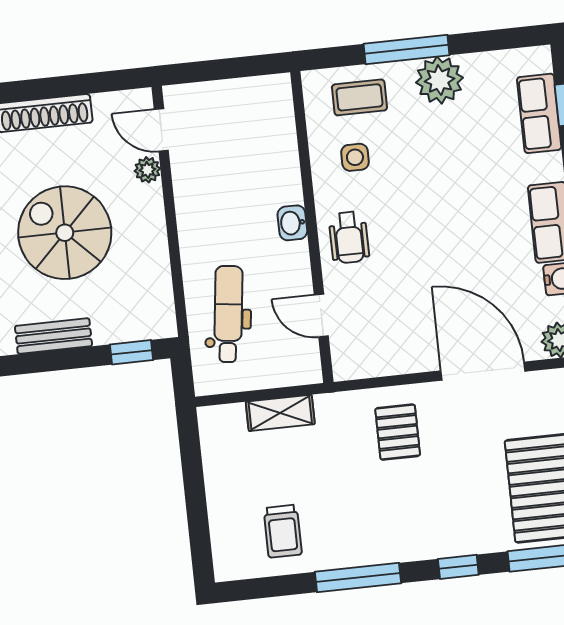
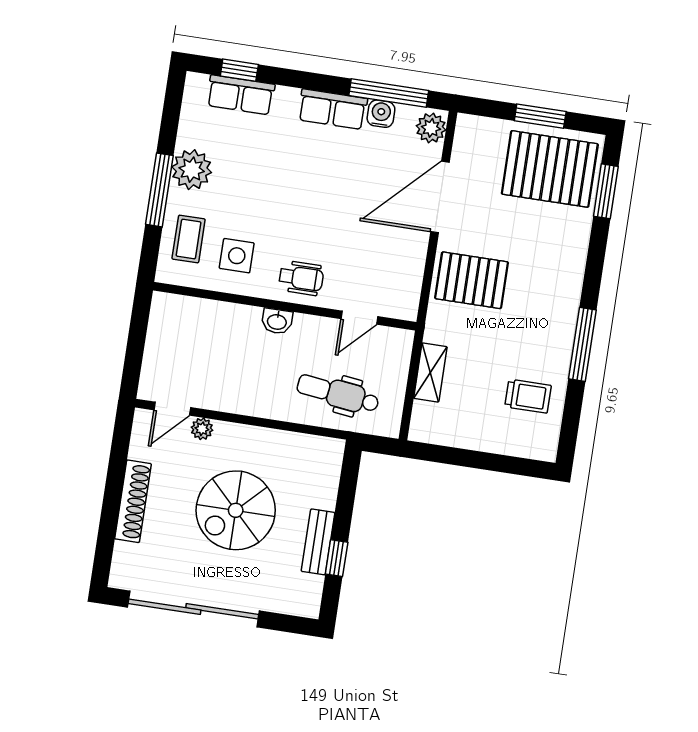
side table: (355, 157) -> (237, 256), width x1.37, depth x1.37
window: (131, 352) -> (337, 558), moved
pallet: (398, 432) -> (472, 280), width x1.50, depth x1.42
window: (458, 567) -> (595, 260), removed

